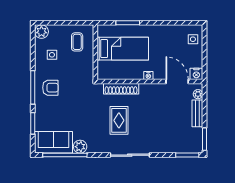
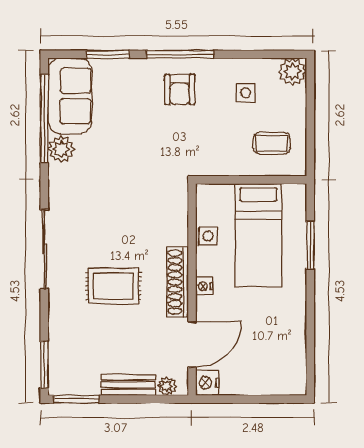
side table: (193, 39) -> (208, 236), moved
shoe rack: (121, 89) -> (177, 282), moved
rug: (119, 120) -> (113, 286), moved

